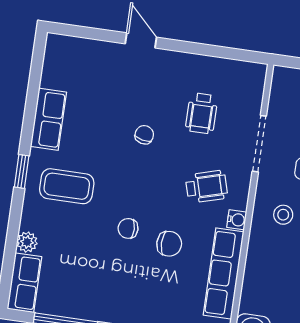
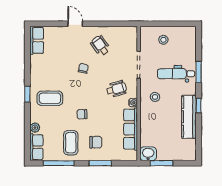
wheelchair: (202, 113) -> (100, 46), moved, turned 144
row of seats: (48, 119) -> (37, 40), moved
chair: (169, 244) -> (96, 142), moved
coffee table: (96, 284) -> (71, 143), added

